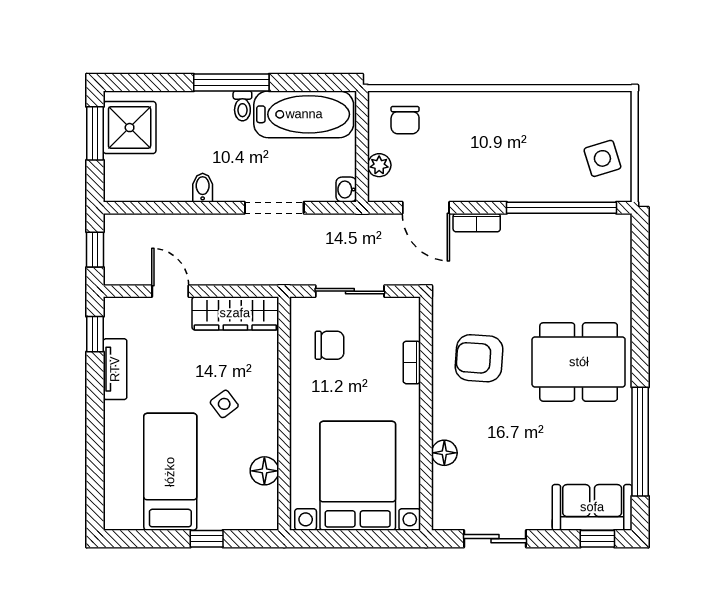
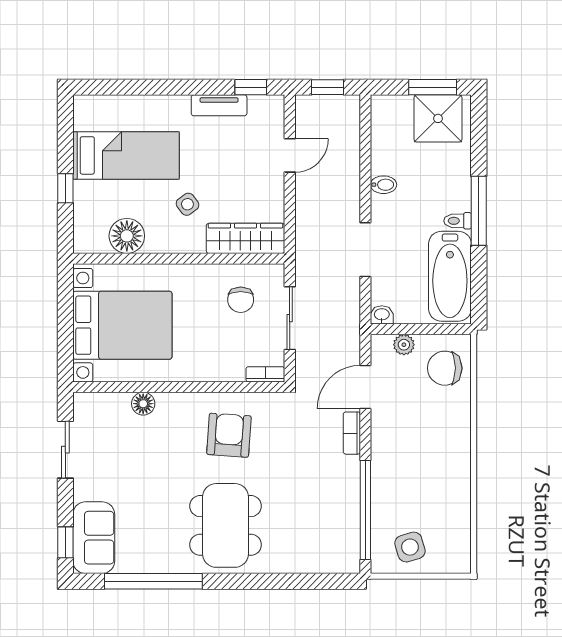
chair: (405, 120) -> (445, 368), width x1.37, depth x1.37
wardrobe: (235, 313) -> (246, 238), moved, turned 90
bookcase: (412, 362) -> (265, 374), moved
floor lamp: (264, 471) -> (127, 236), width x1.38, depth x1.38

